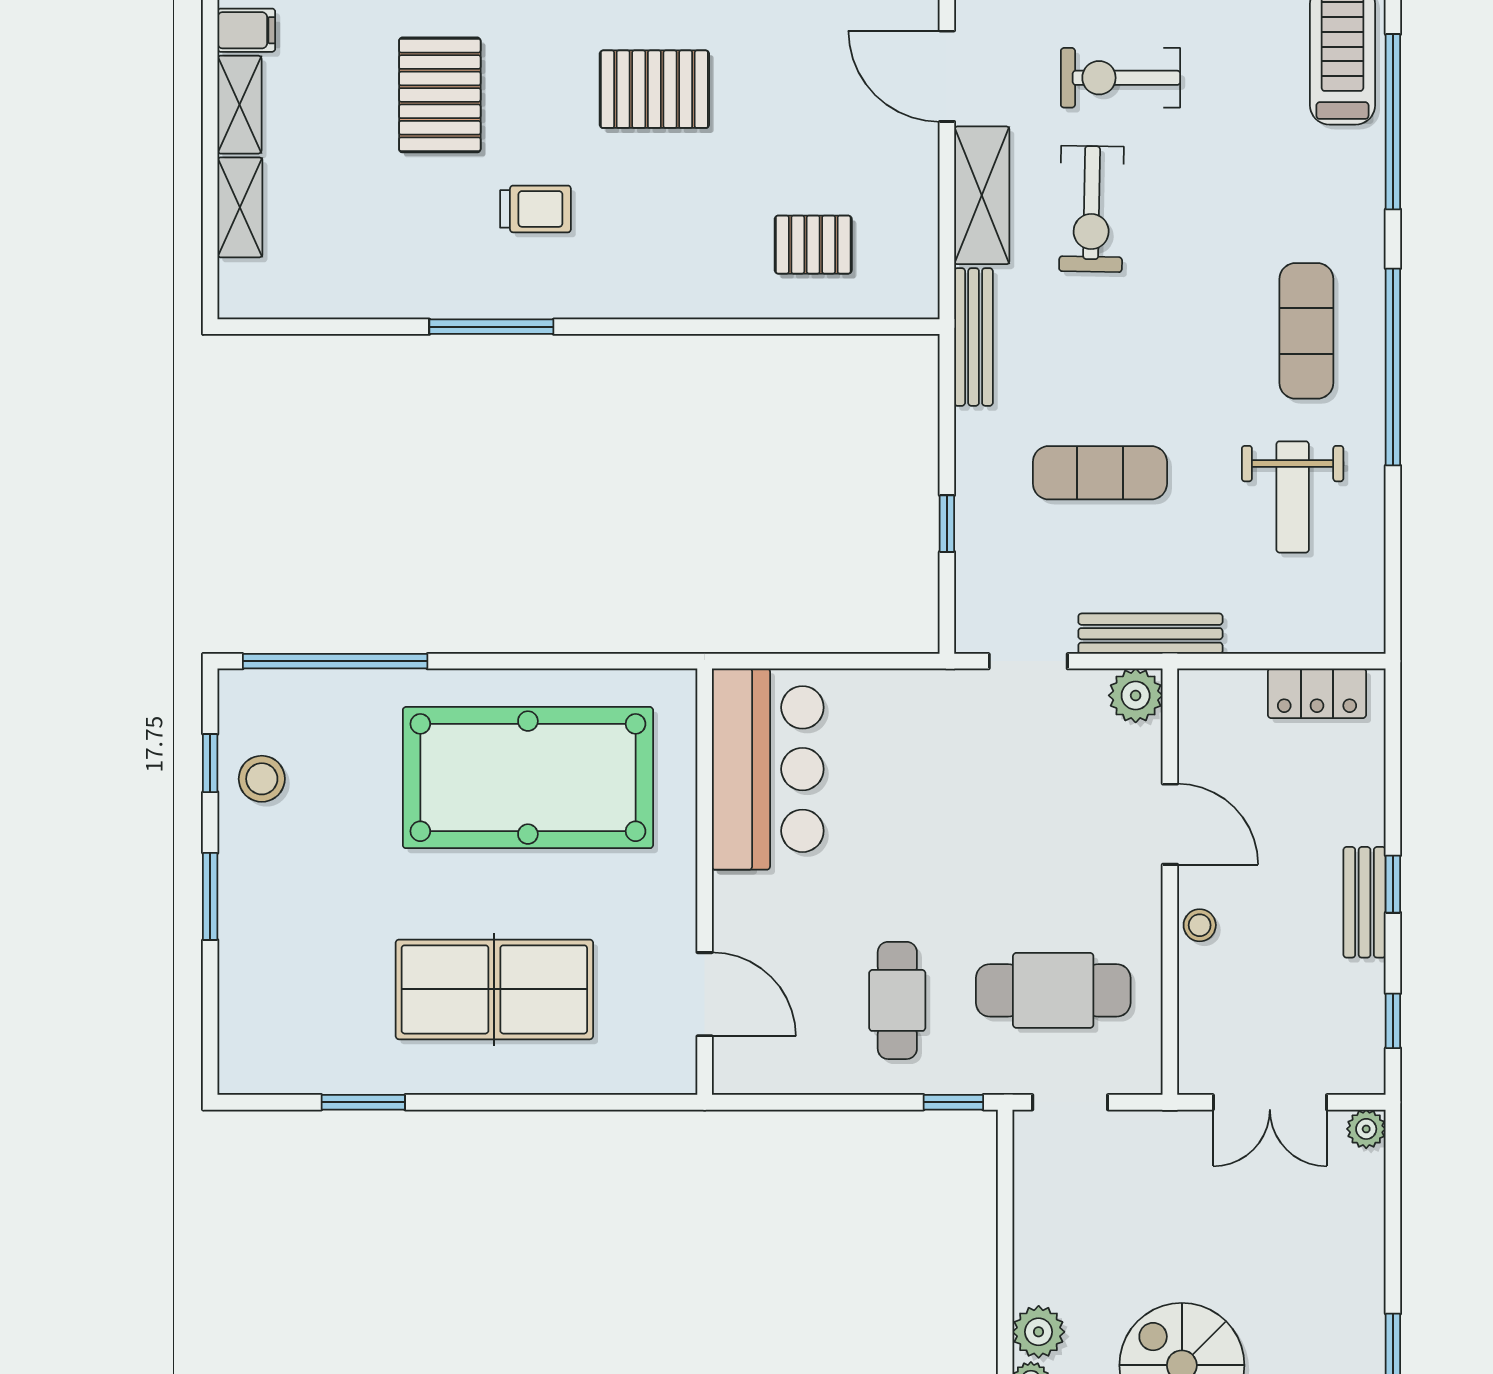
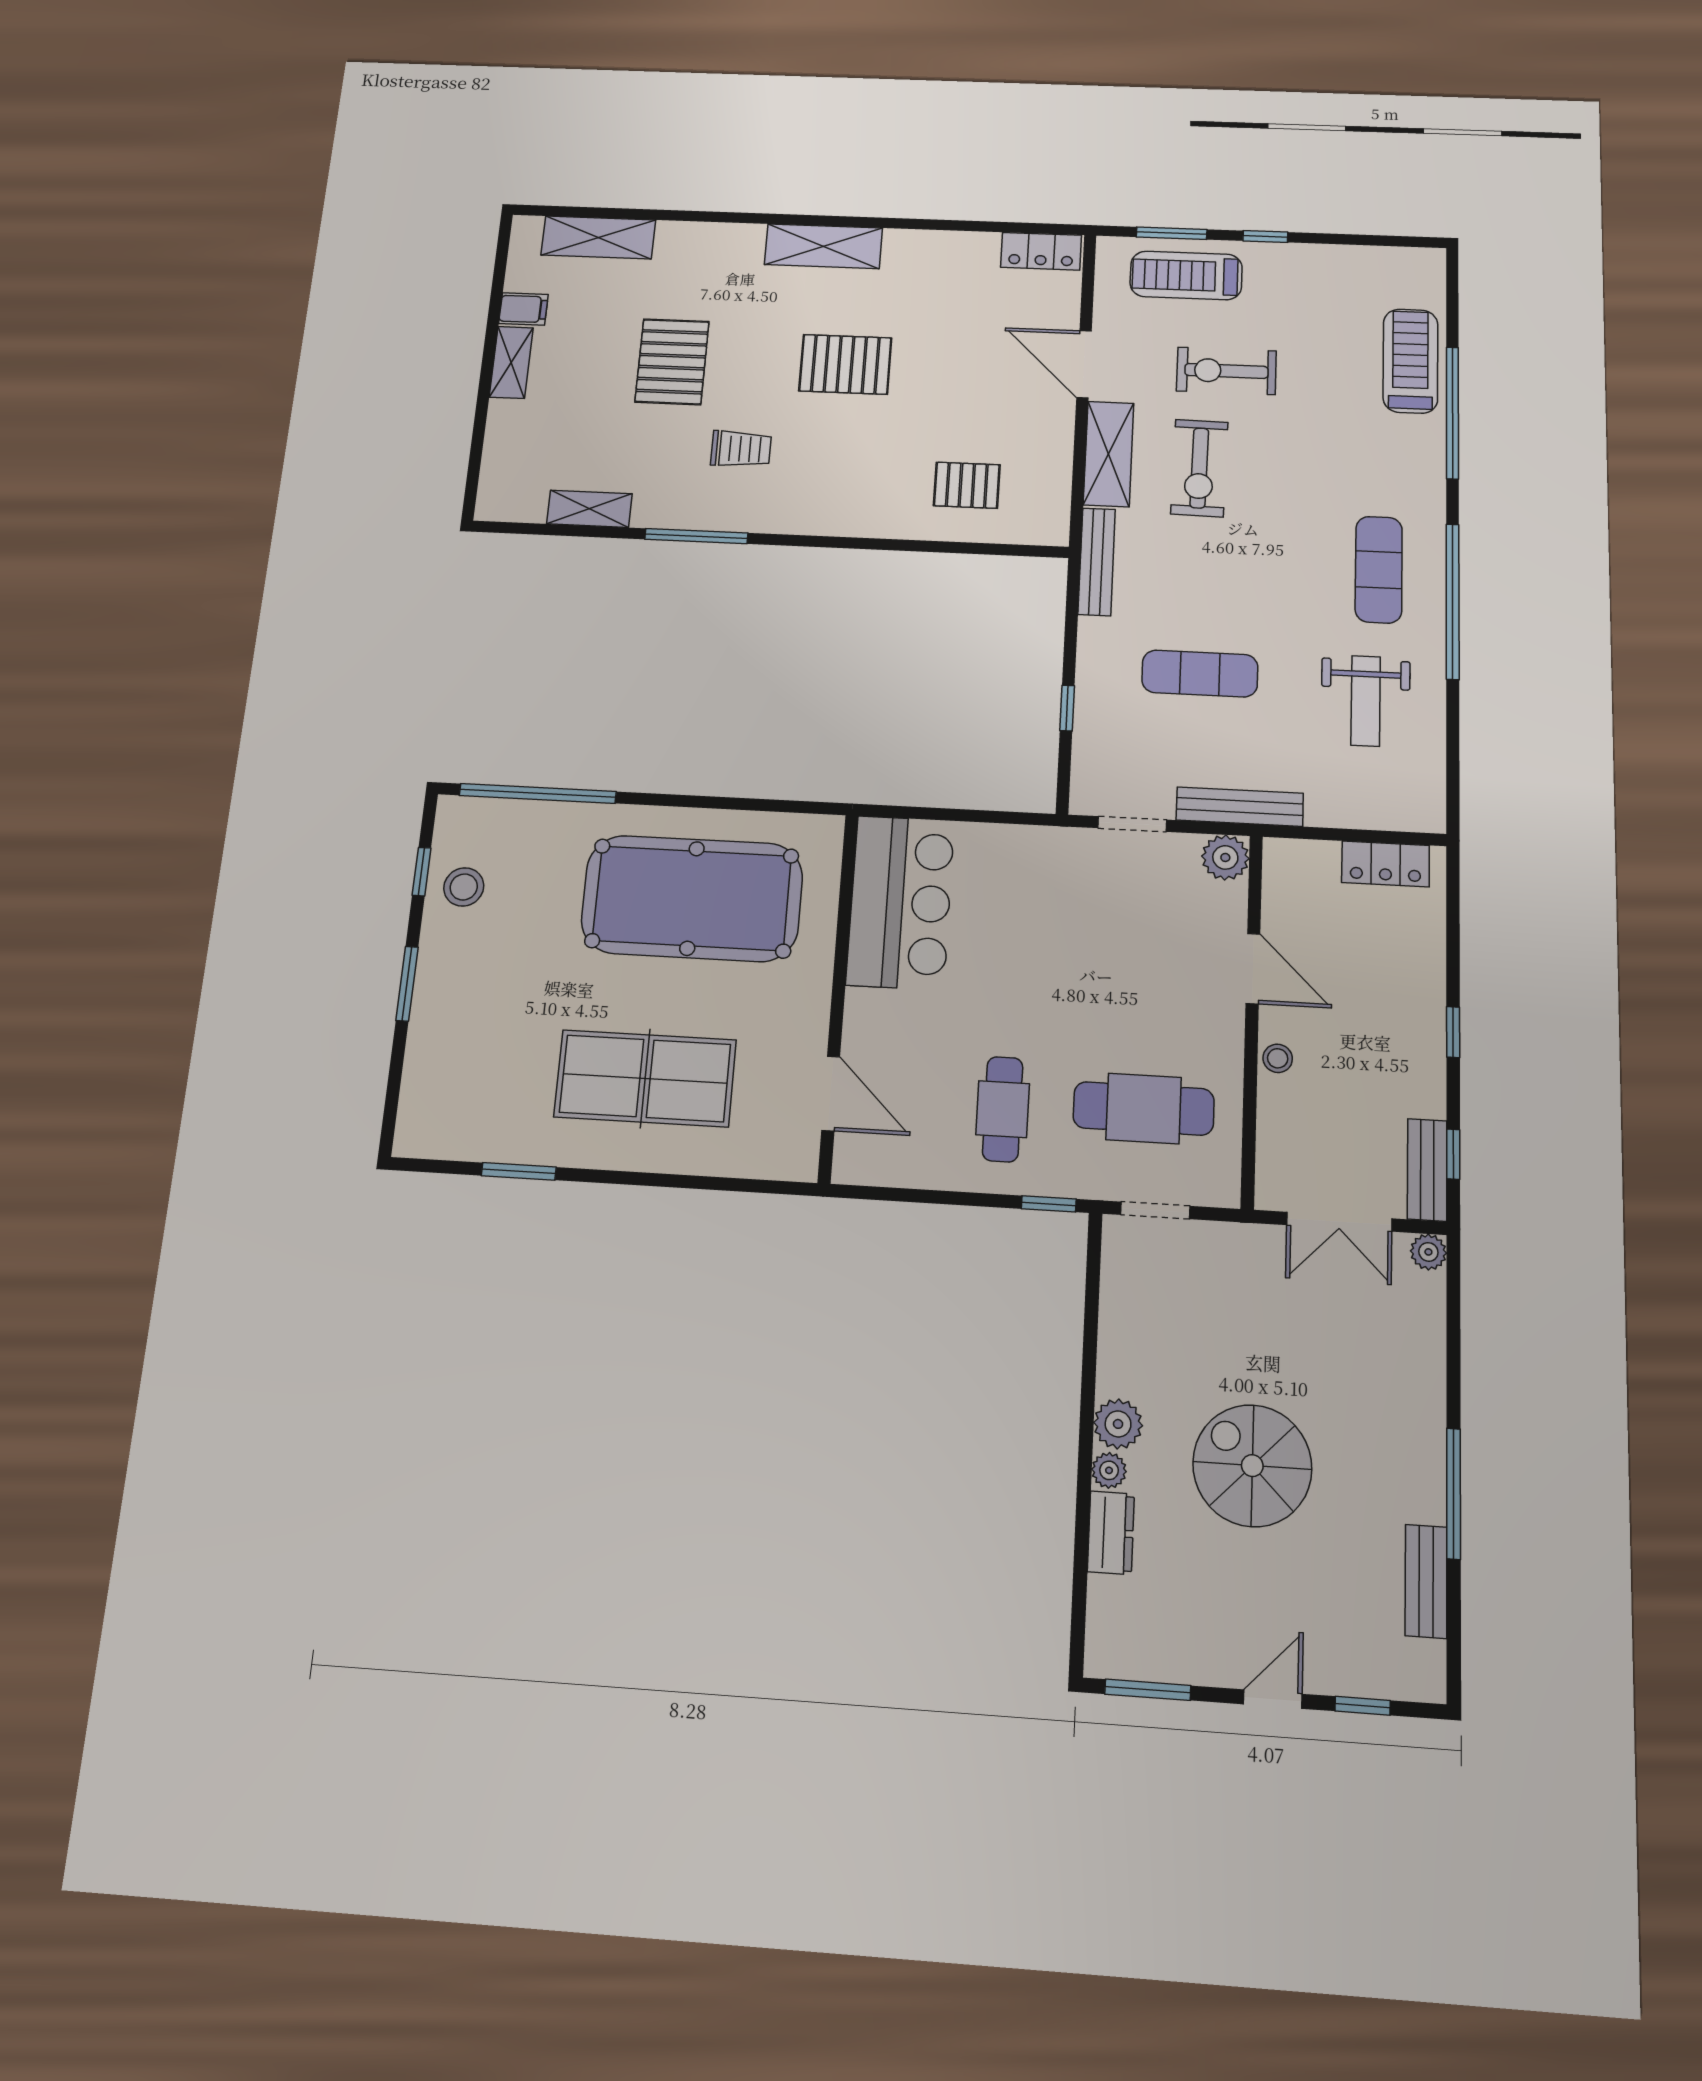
shelving: (240, 207) -> (589, 509), moved, turned 90
bench: (1365, 902) -> (1427, 1170), moved

